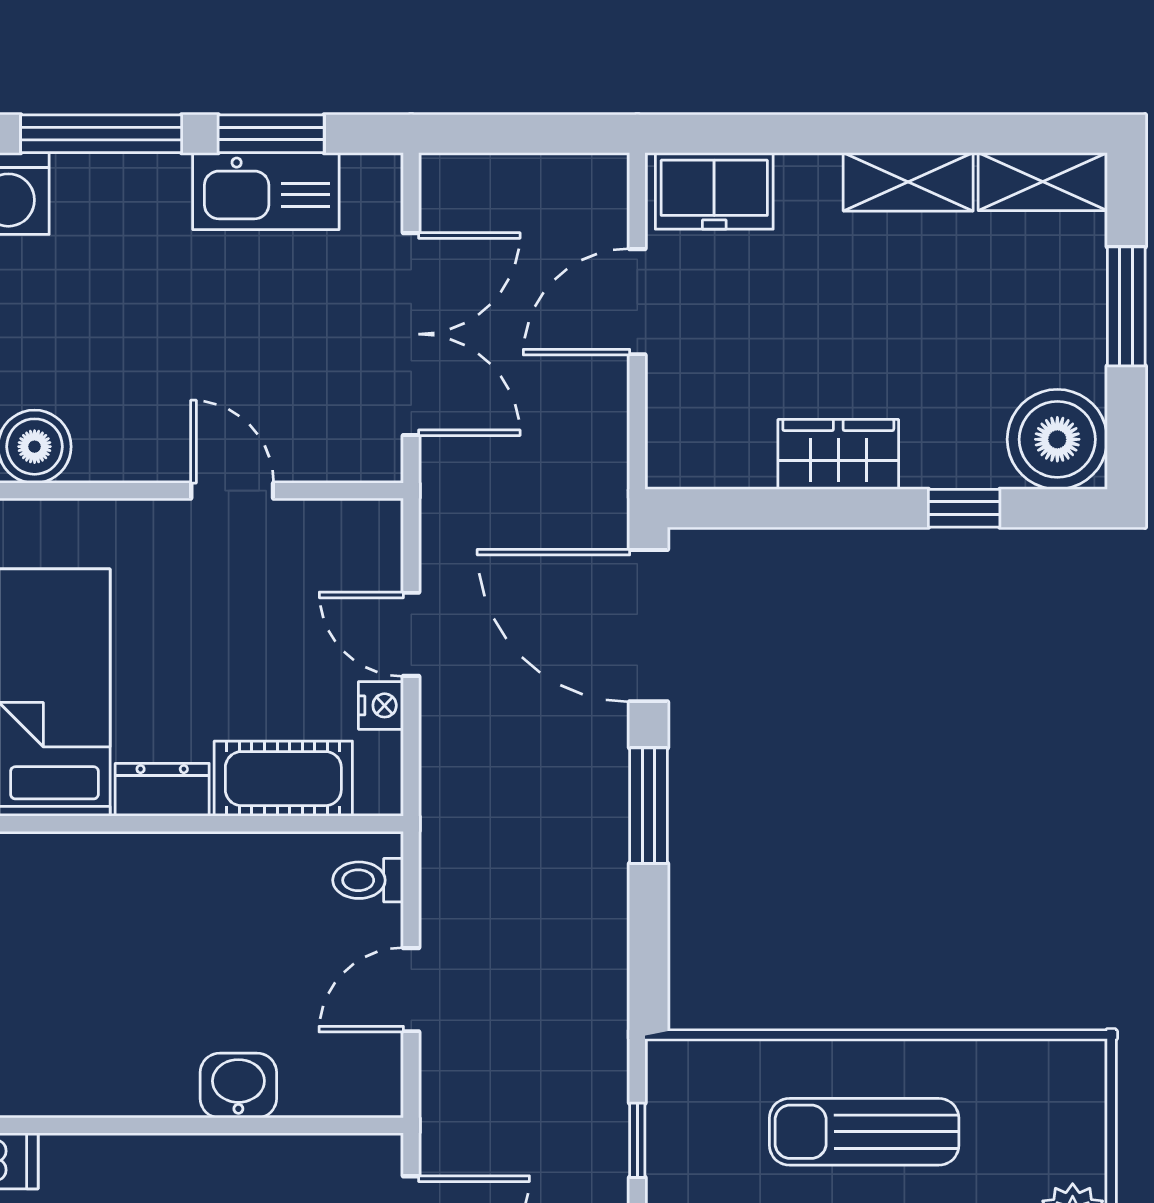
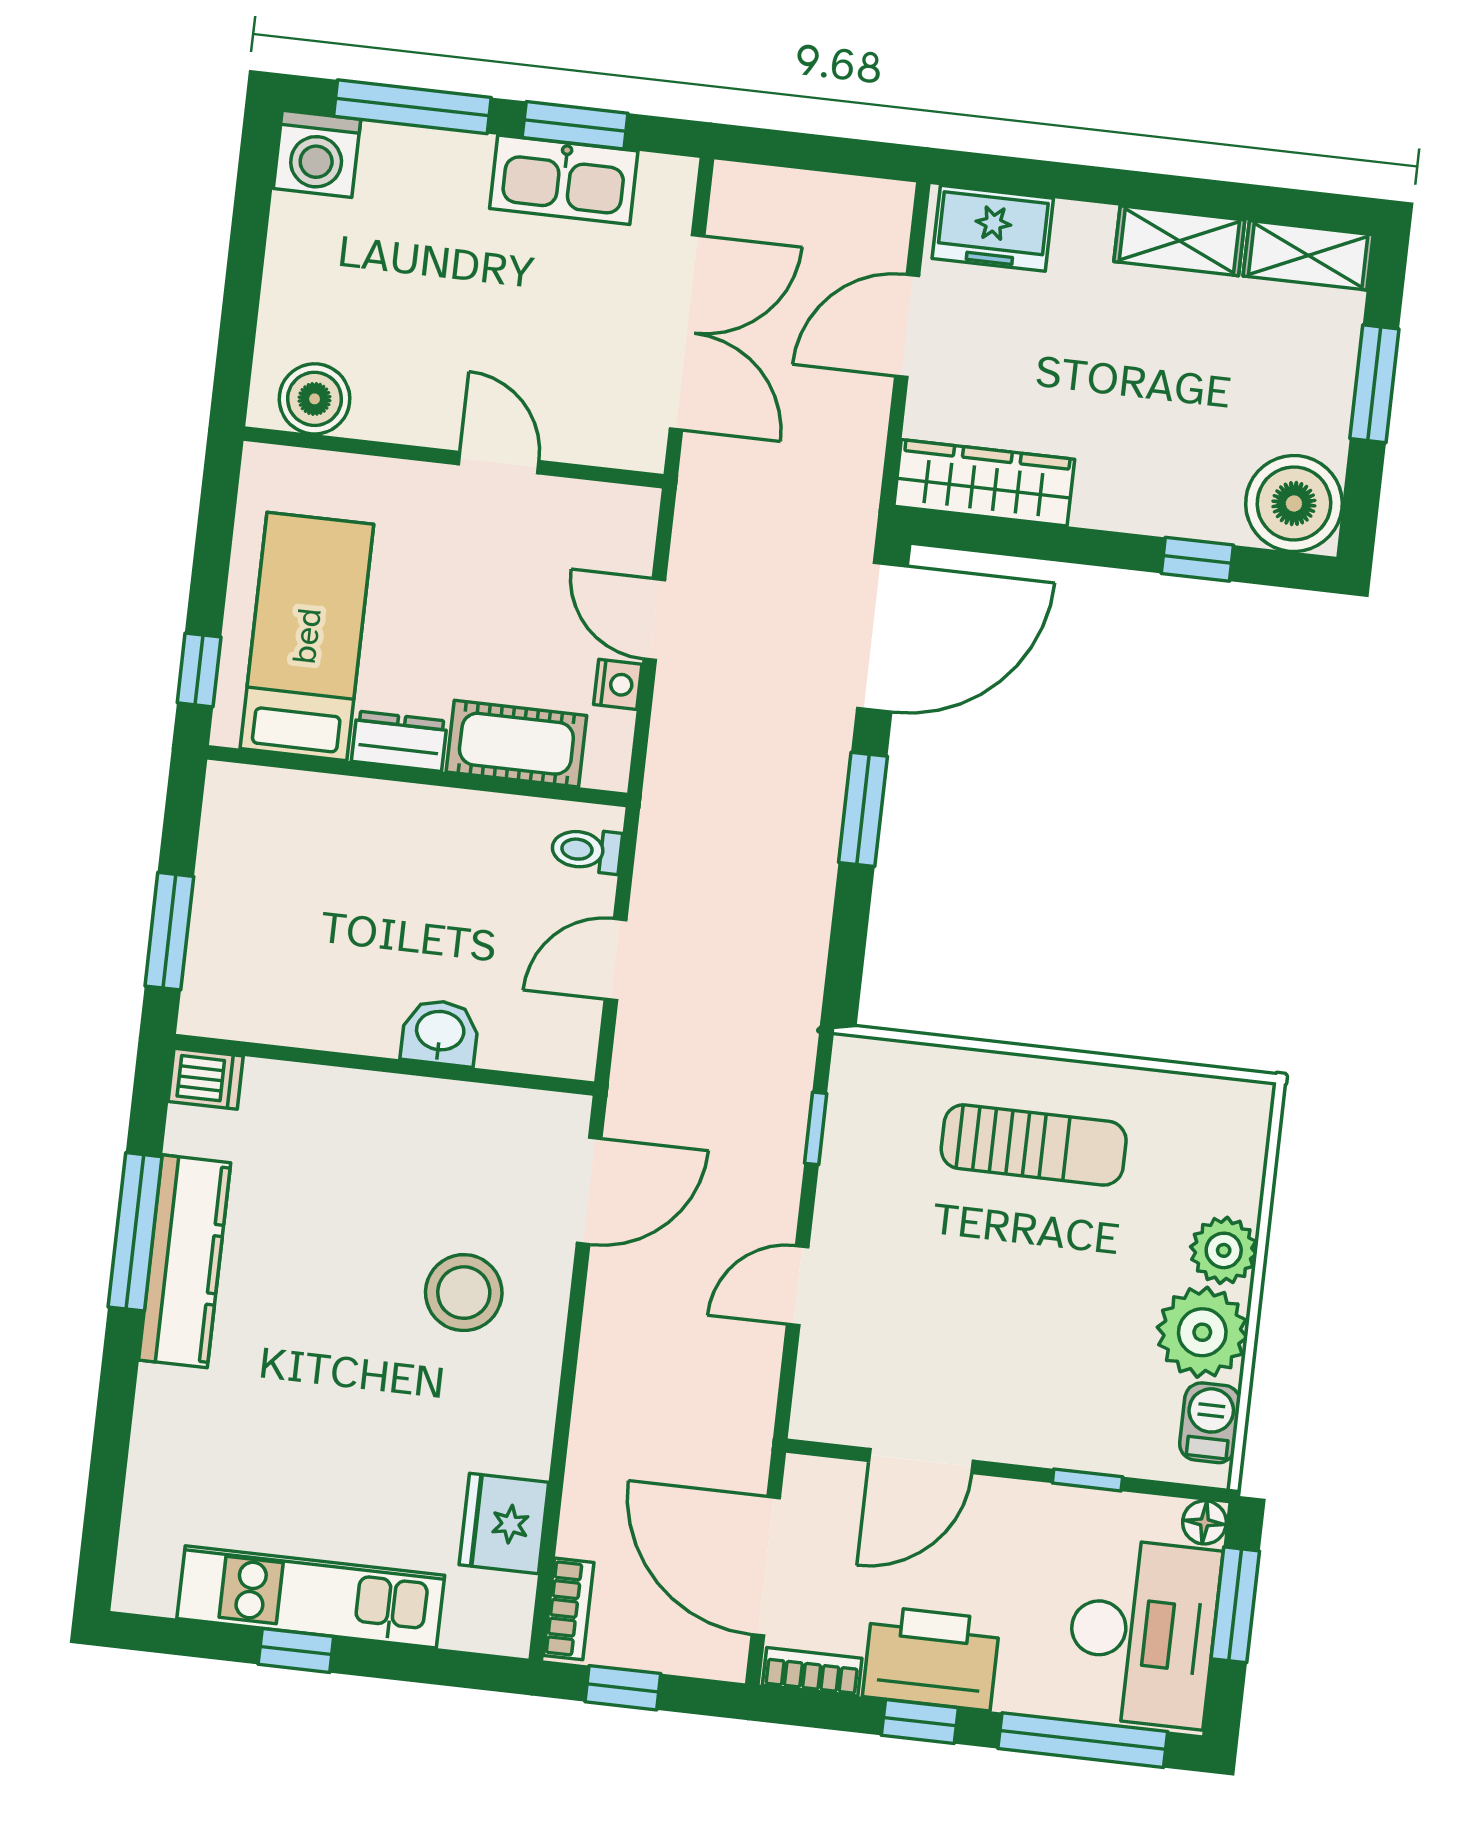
wardrobe: (838, 454) -> (984, 483), moved, width x1.50
door: (649, 626) -> (883, 637), swing flipped
sun lounger: (864, 1132) -> (1034, 1145), turned 180

